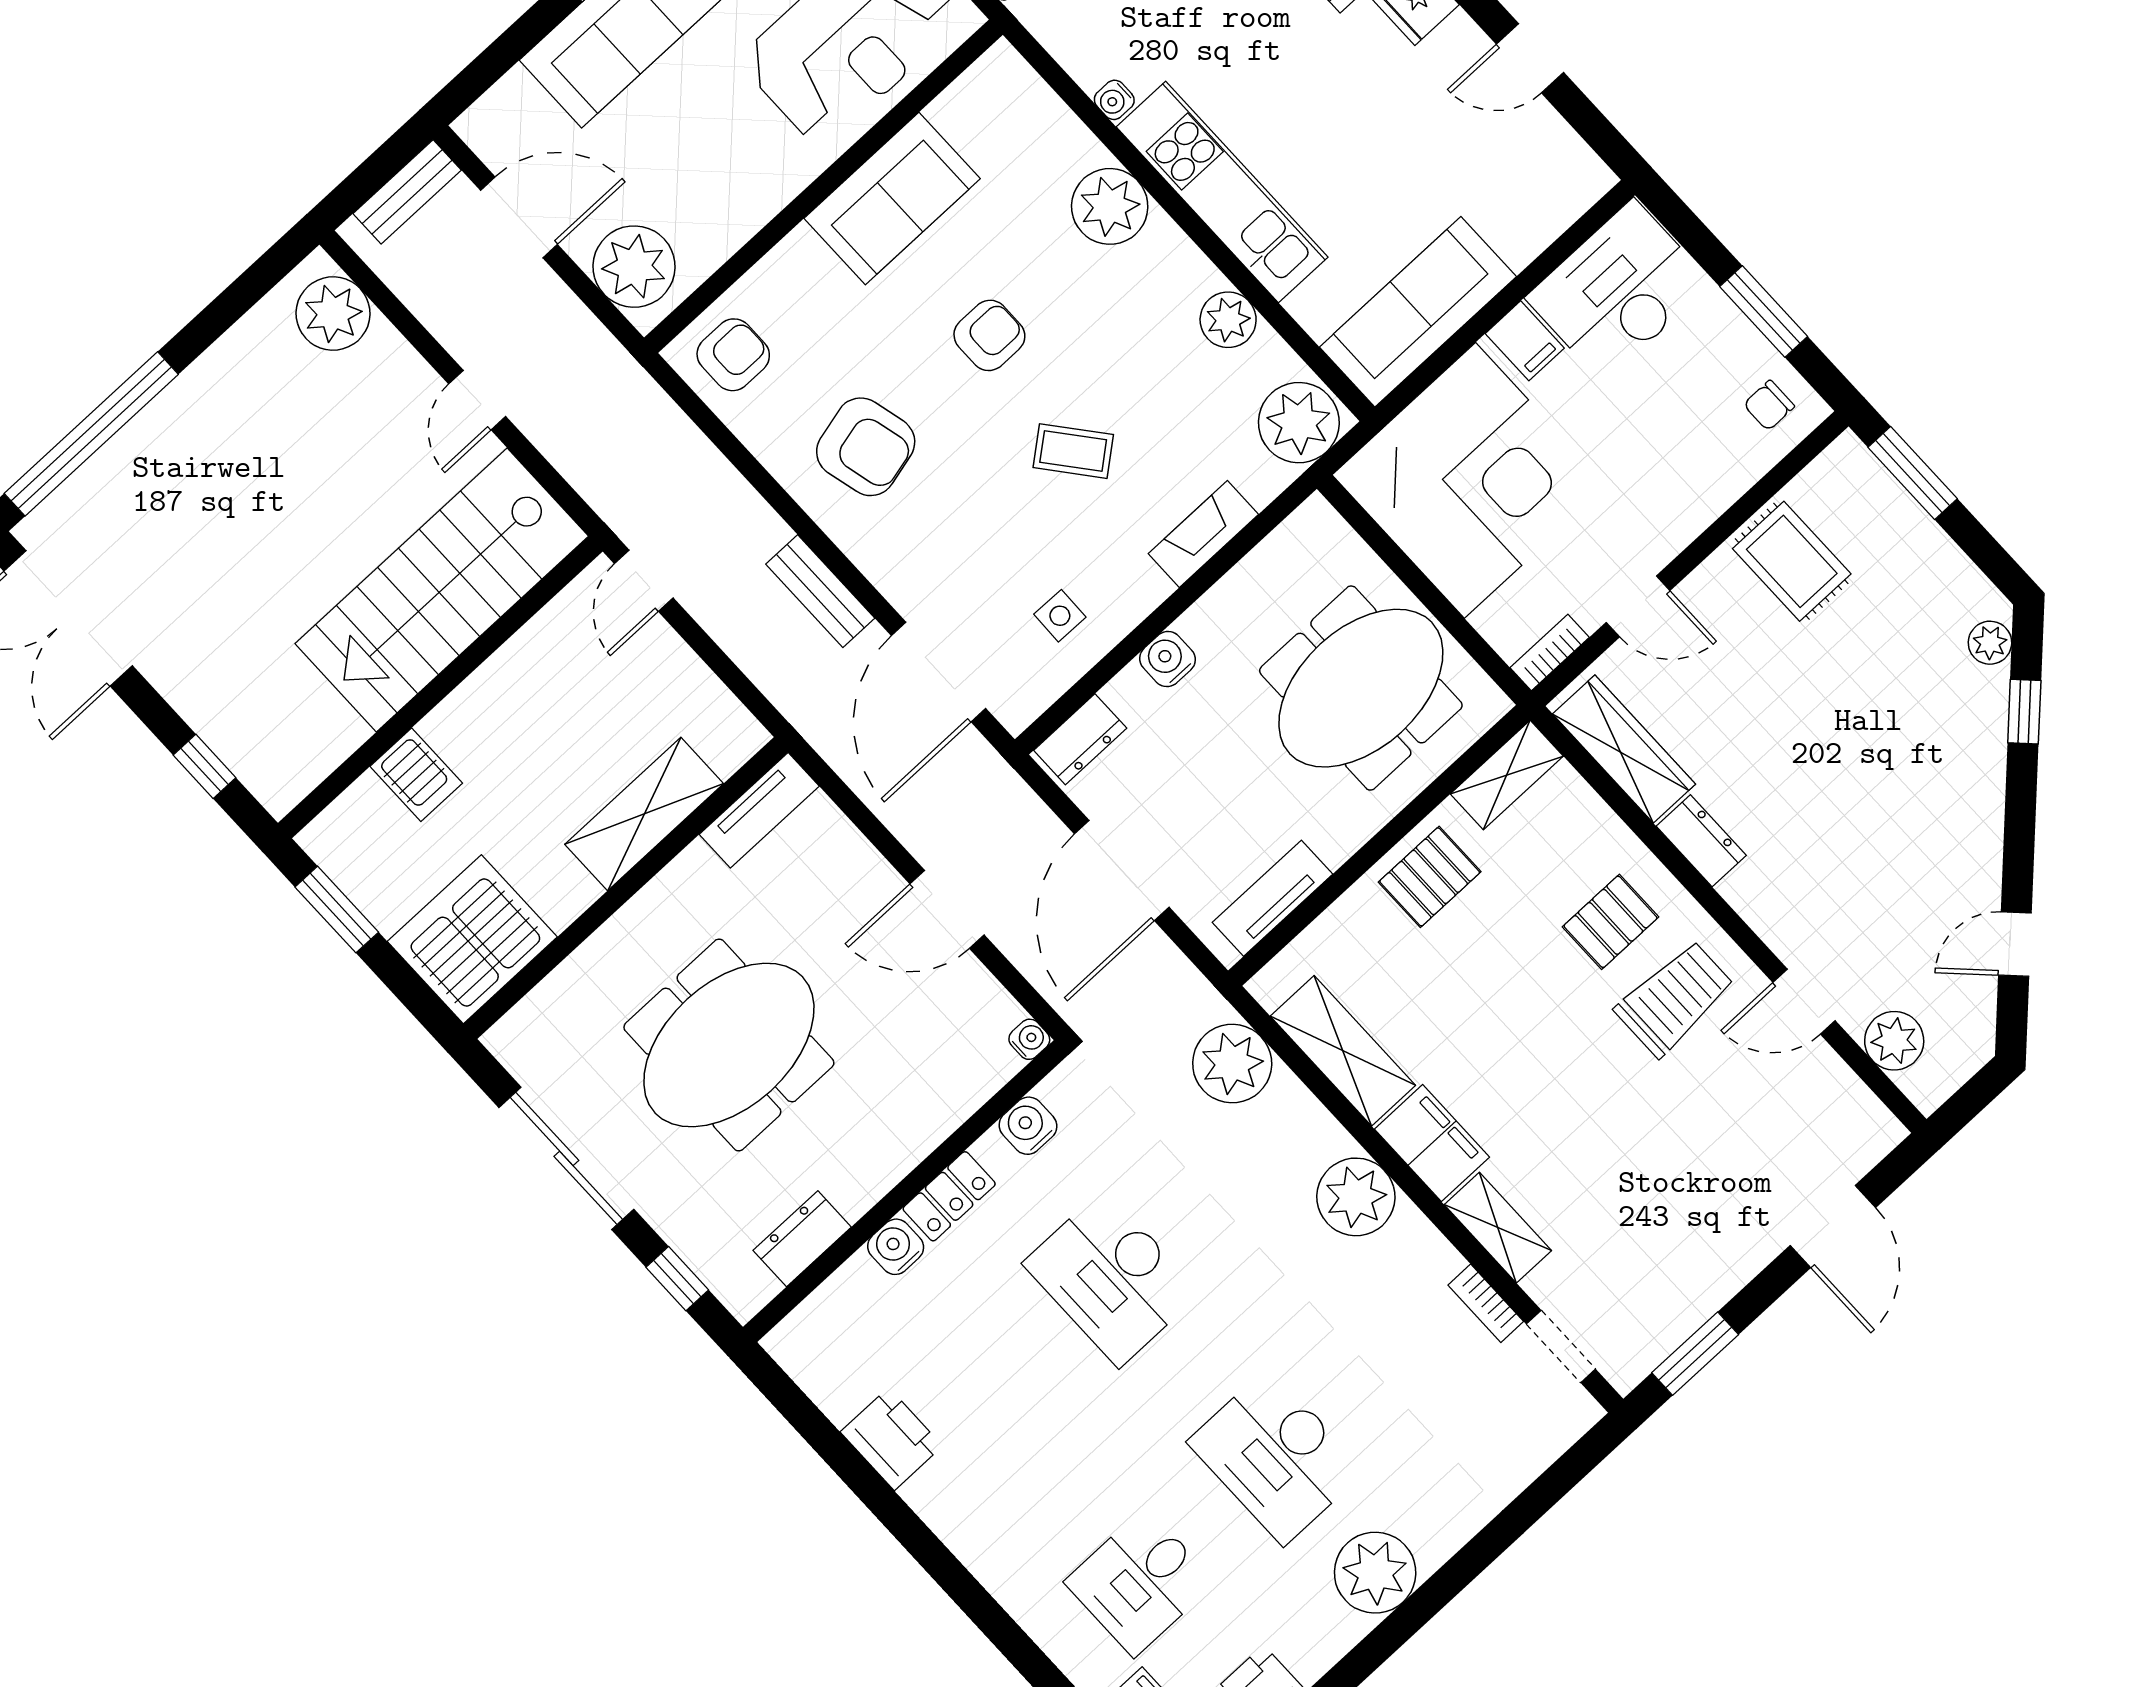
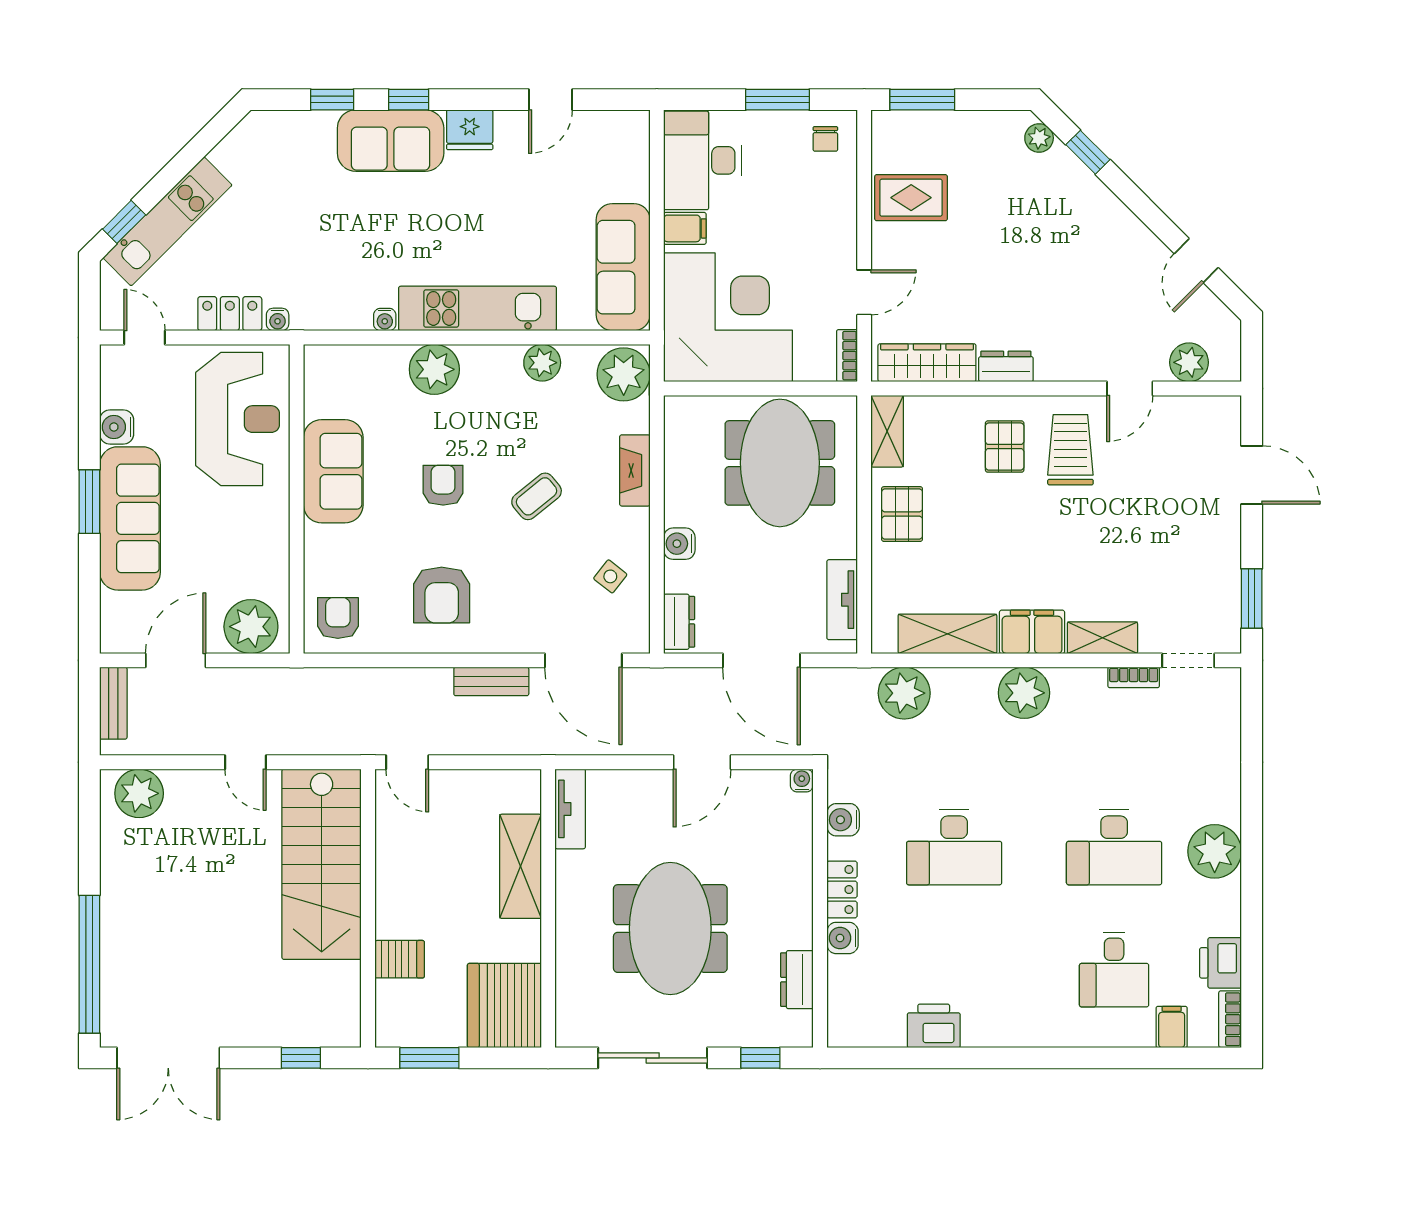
armchair: (866, 447) -> (442, 595), turned 104
side table: (1060, 616) -> (610, 576), turned 37

